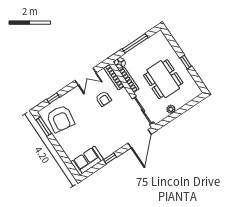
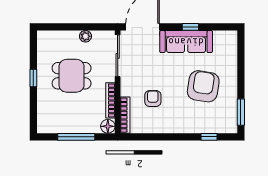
double door: (86, 77) -> (156, 137), removed
dining table: (163, 79) -> (72, 76), width x0.73
armchair: (60, 119) -> (203, 86), moved
sofa: (87, 161) -> (186, 42), moved, width x1.36

